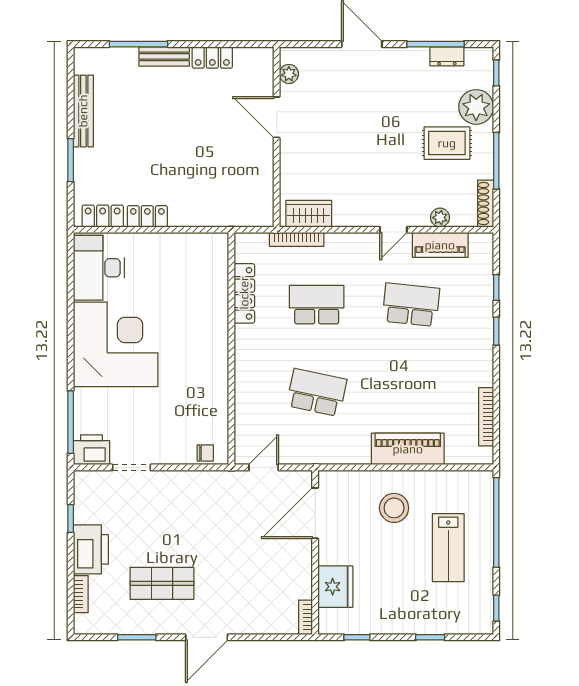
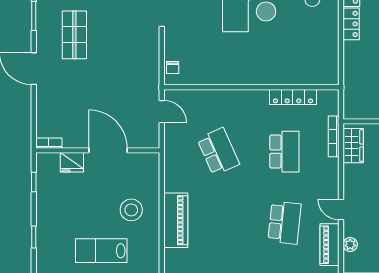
school desk: (317, 392) -> (218, 152), turned -36
door: (315, 513) -> (108, 150), moved
fridge: (335, 587) -> (72, 162), width x0.73, depth x0.75

